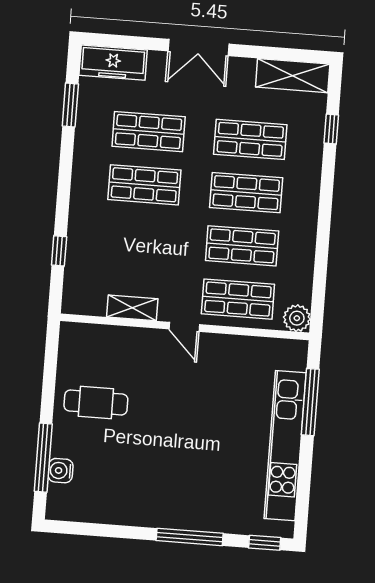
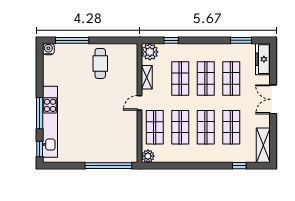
shop shelf: (140, 238) -> (180, 79), added
plant: (80, 297) -> (150, 52), added
window: (310, 402) -> (108, 166), width x1.46
kitchen unit: (285, 446) -> (50, 122), moved, turned 90
water cooler: (61, 471) -> (48, 49), moved

